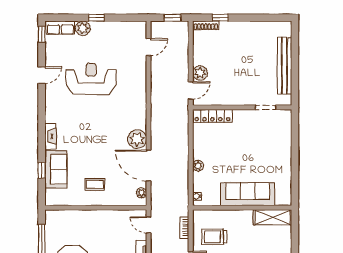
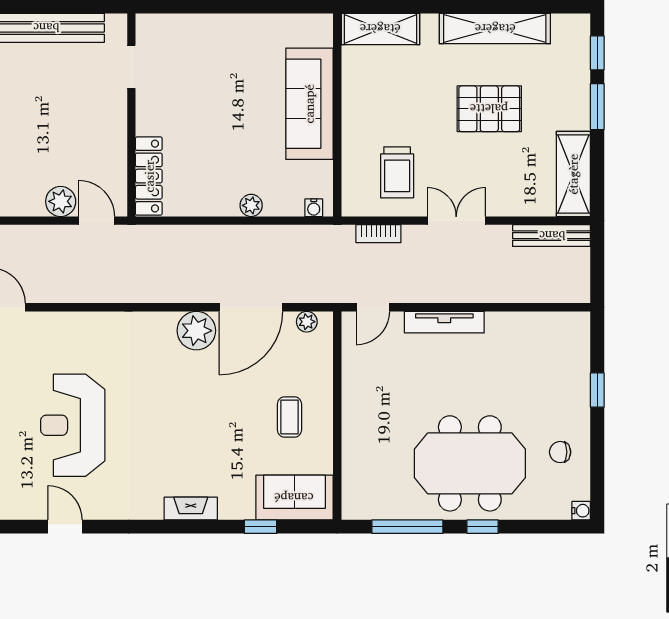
sofa: (56, 169) -> (294, 498), moved
shelving: (273, 217) -> (380, 29), moved, turned 90

